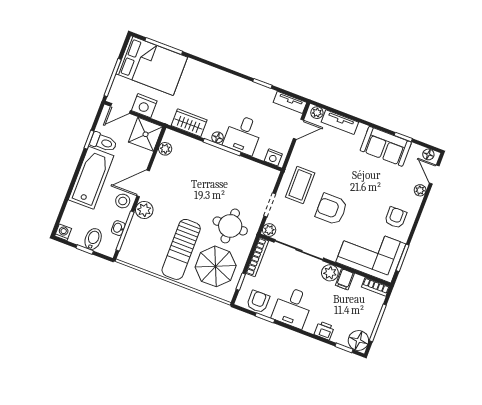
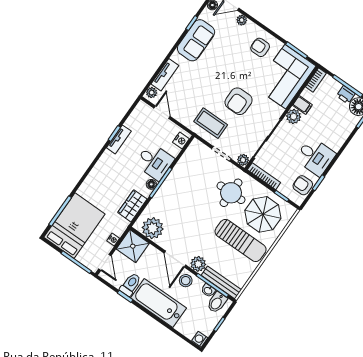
tv unit: (290, 102) -> (119, 139), moved
nightstand: (144, 106) -> (113, 240), width x0.53, depth x0.56
plant: (165, 149) -> (153, 228), width x1.87, depth x1.87
bidet: (93, 239) -> (217, 302), moved, turned -90
bench: (131, 240) -> (221, 282), added
printer: (324, 331) -> (346, 95), moved, turned -90

